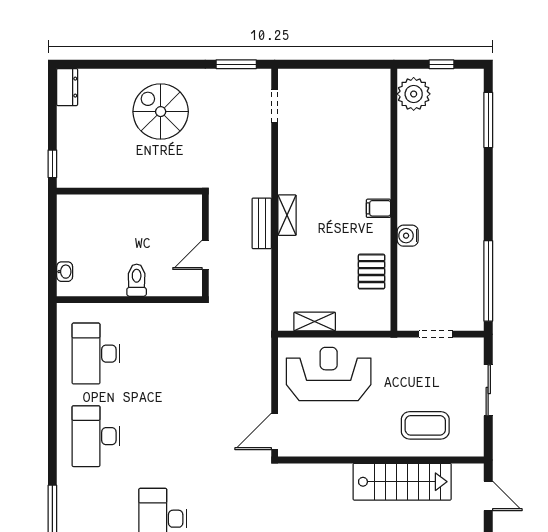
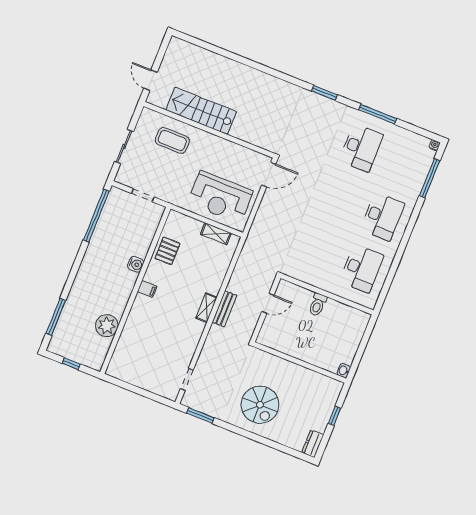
plant: (414, 94) -> (107, 326), moved
window: (52, 164) -> (335, 416), moved
washbasin: (65, 272) -> (344, 371), moved

